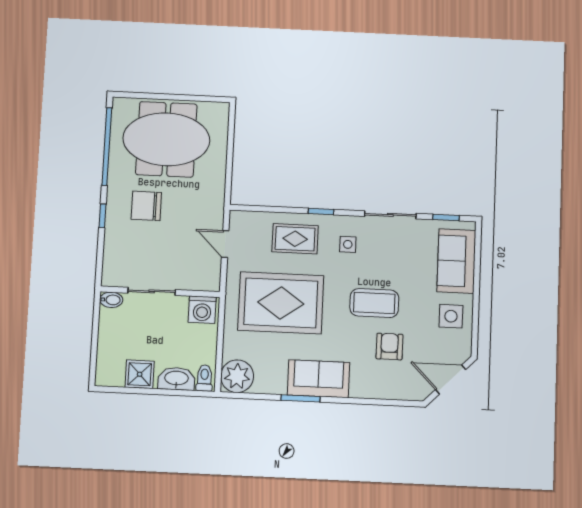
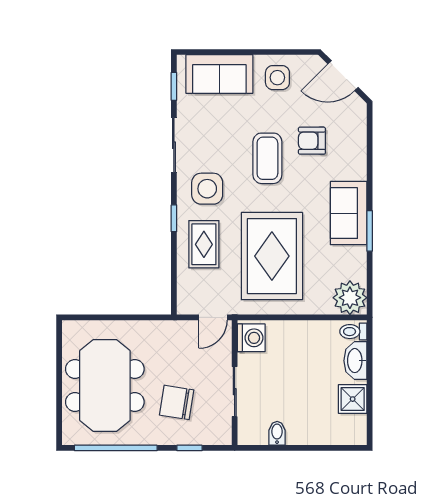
chair: (146, 206) -> (177, 402), turned 99
side table: (348, 244) -> (207, 189), width x1.87, depth x1.87
sliding door: (152, 291) -> (235, 392), moved
wall: (160, 292) -> (235, 383), moved
washing machine: (202, 310) -> (251, 338), moved
door: (451, 379) -> (343, 76), hinge flipped

